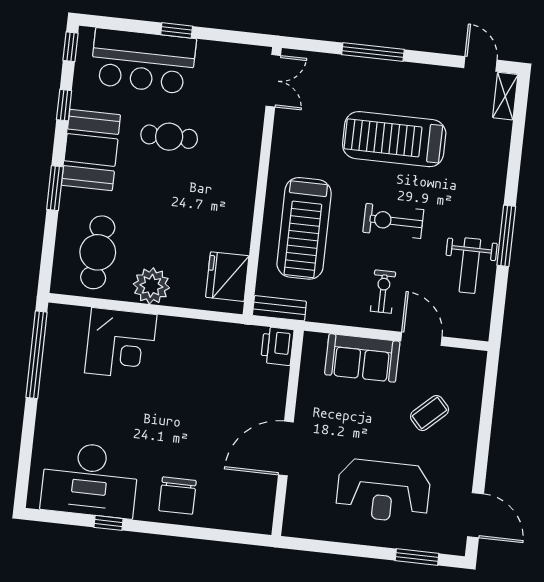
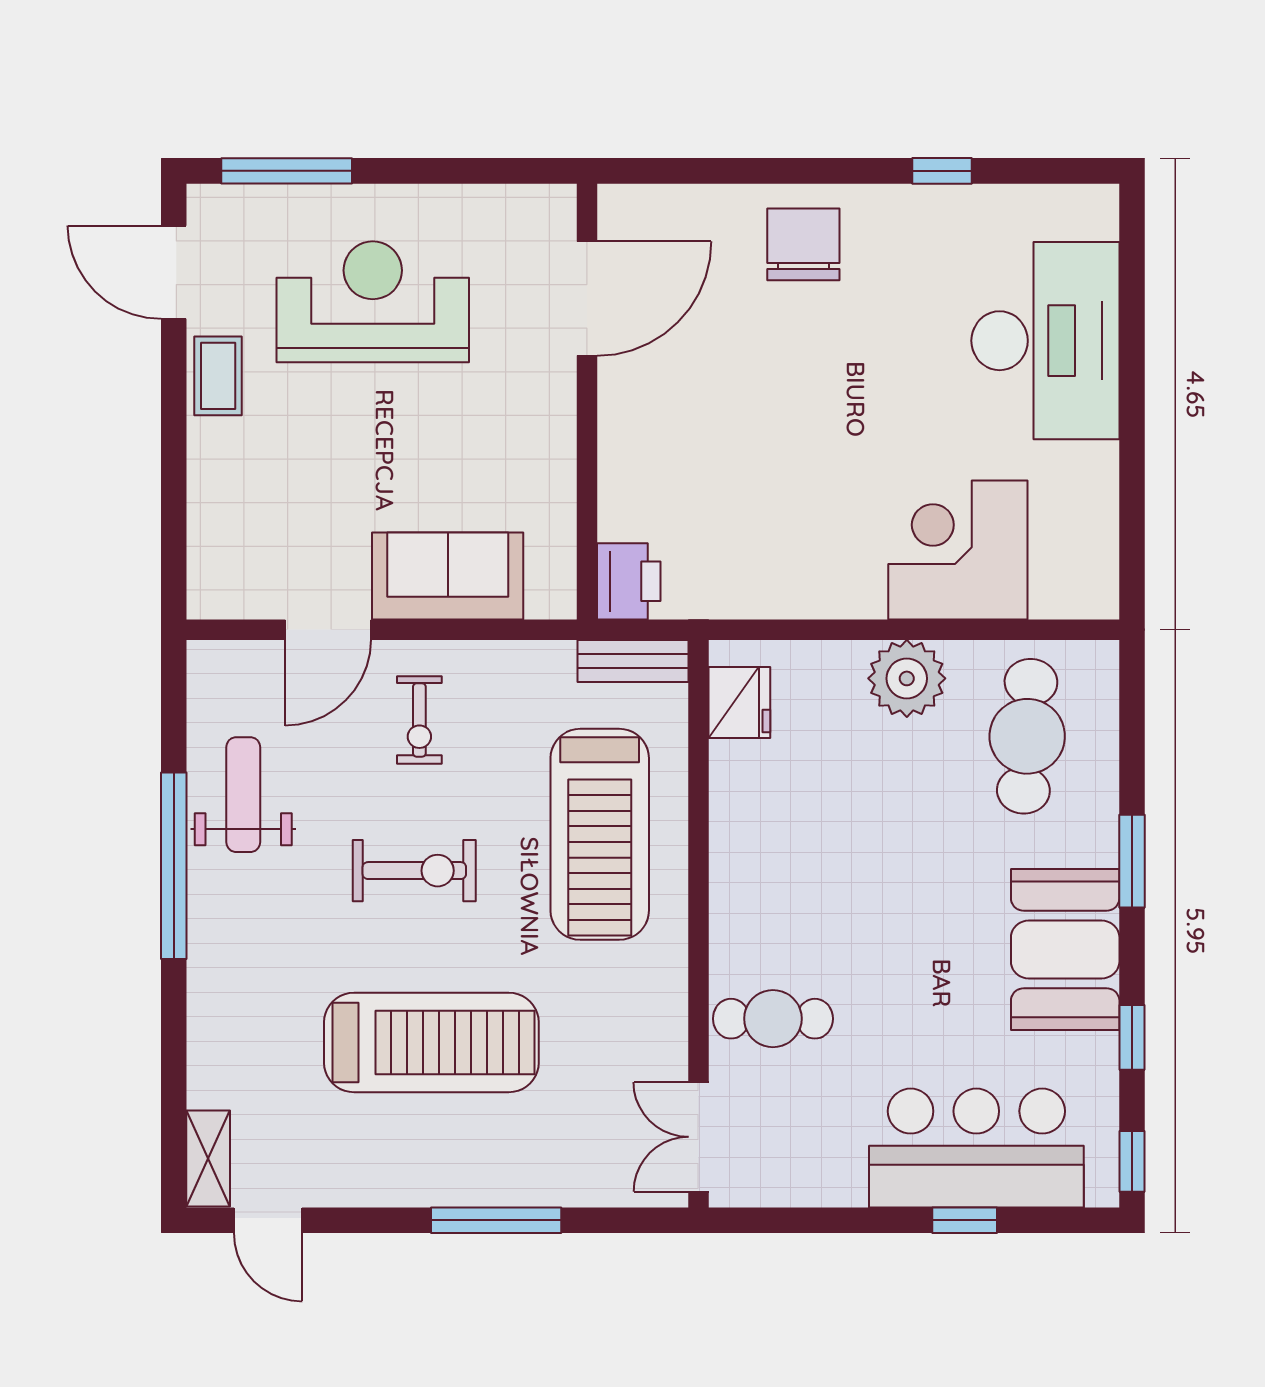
window: (177, 30) -> (965, 1220), moved
cafe table: (169, 137) -> (773, 1019), moved
treadmill: (304, 228) -> (600, 834), turned 180
window: (506, 236) -> (174, 866), width x1.46
fridge: (227, 277) -> (739, 703), width x0.73, depth x0.75
door: (421, 339) -> (328, 630), hinge flipped
window: (37, 355) -> (1132, 507), removed
coffee table: (430, 413) -> (218, 376), moved, turned -47
door: (286, 448) -> (587, 299), moved
desk: (90, 480) -> (1045, 341), moved, turned 90
window: (417, 557) -> (287, 171), width x1.44

